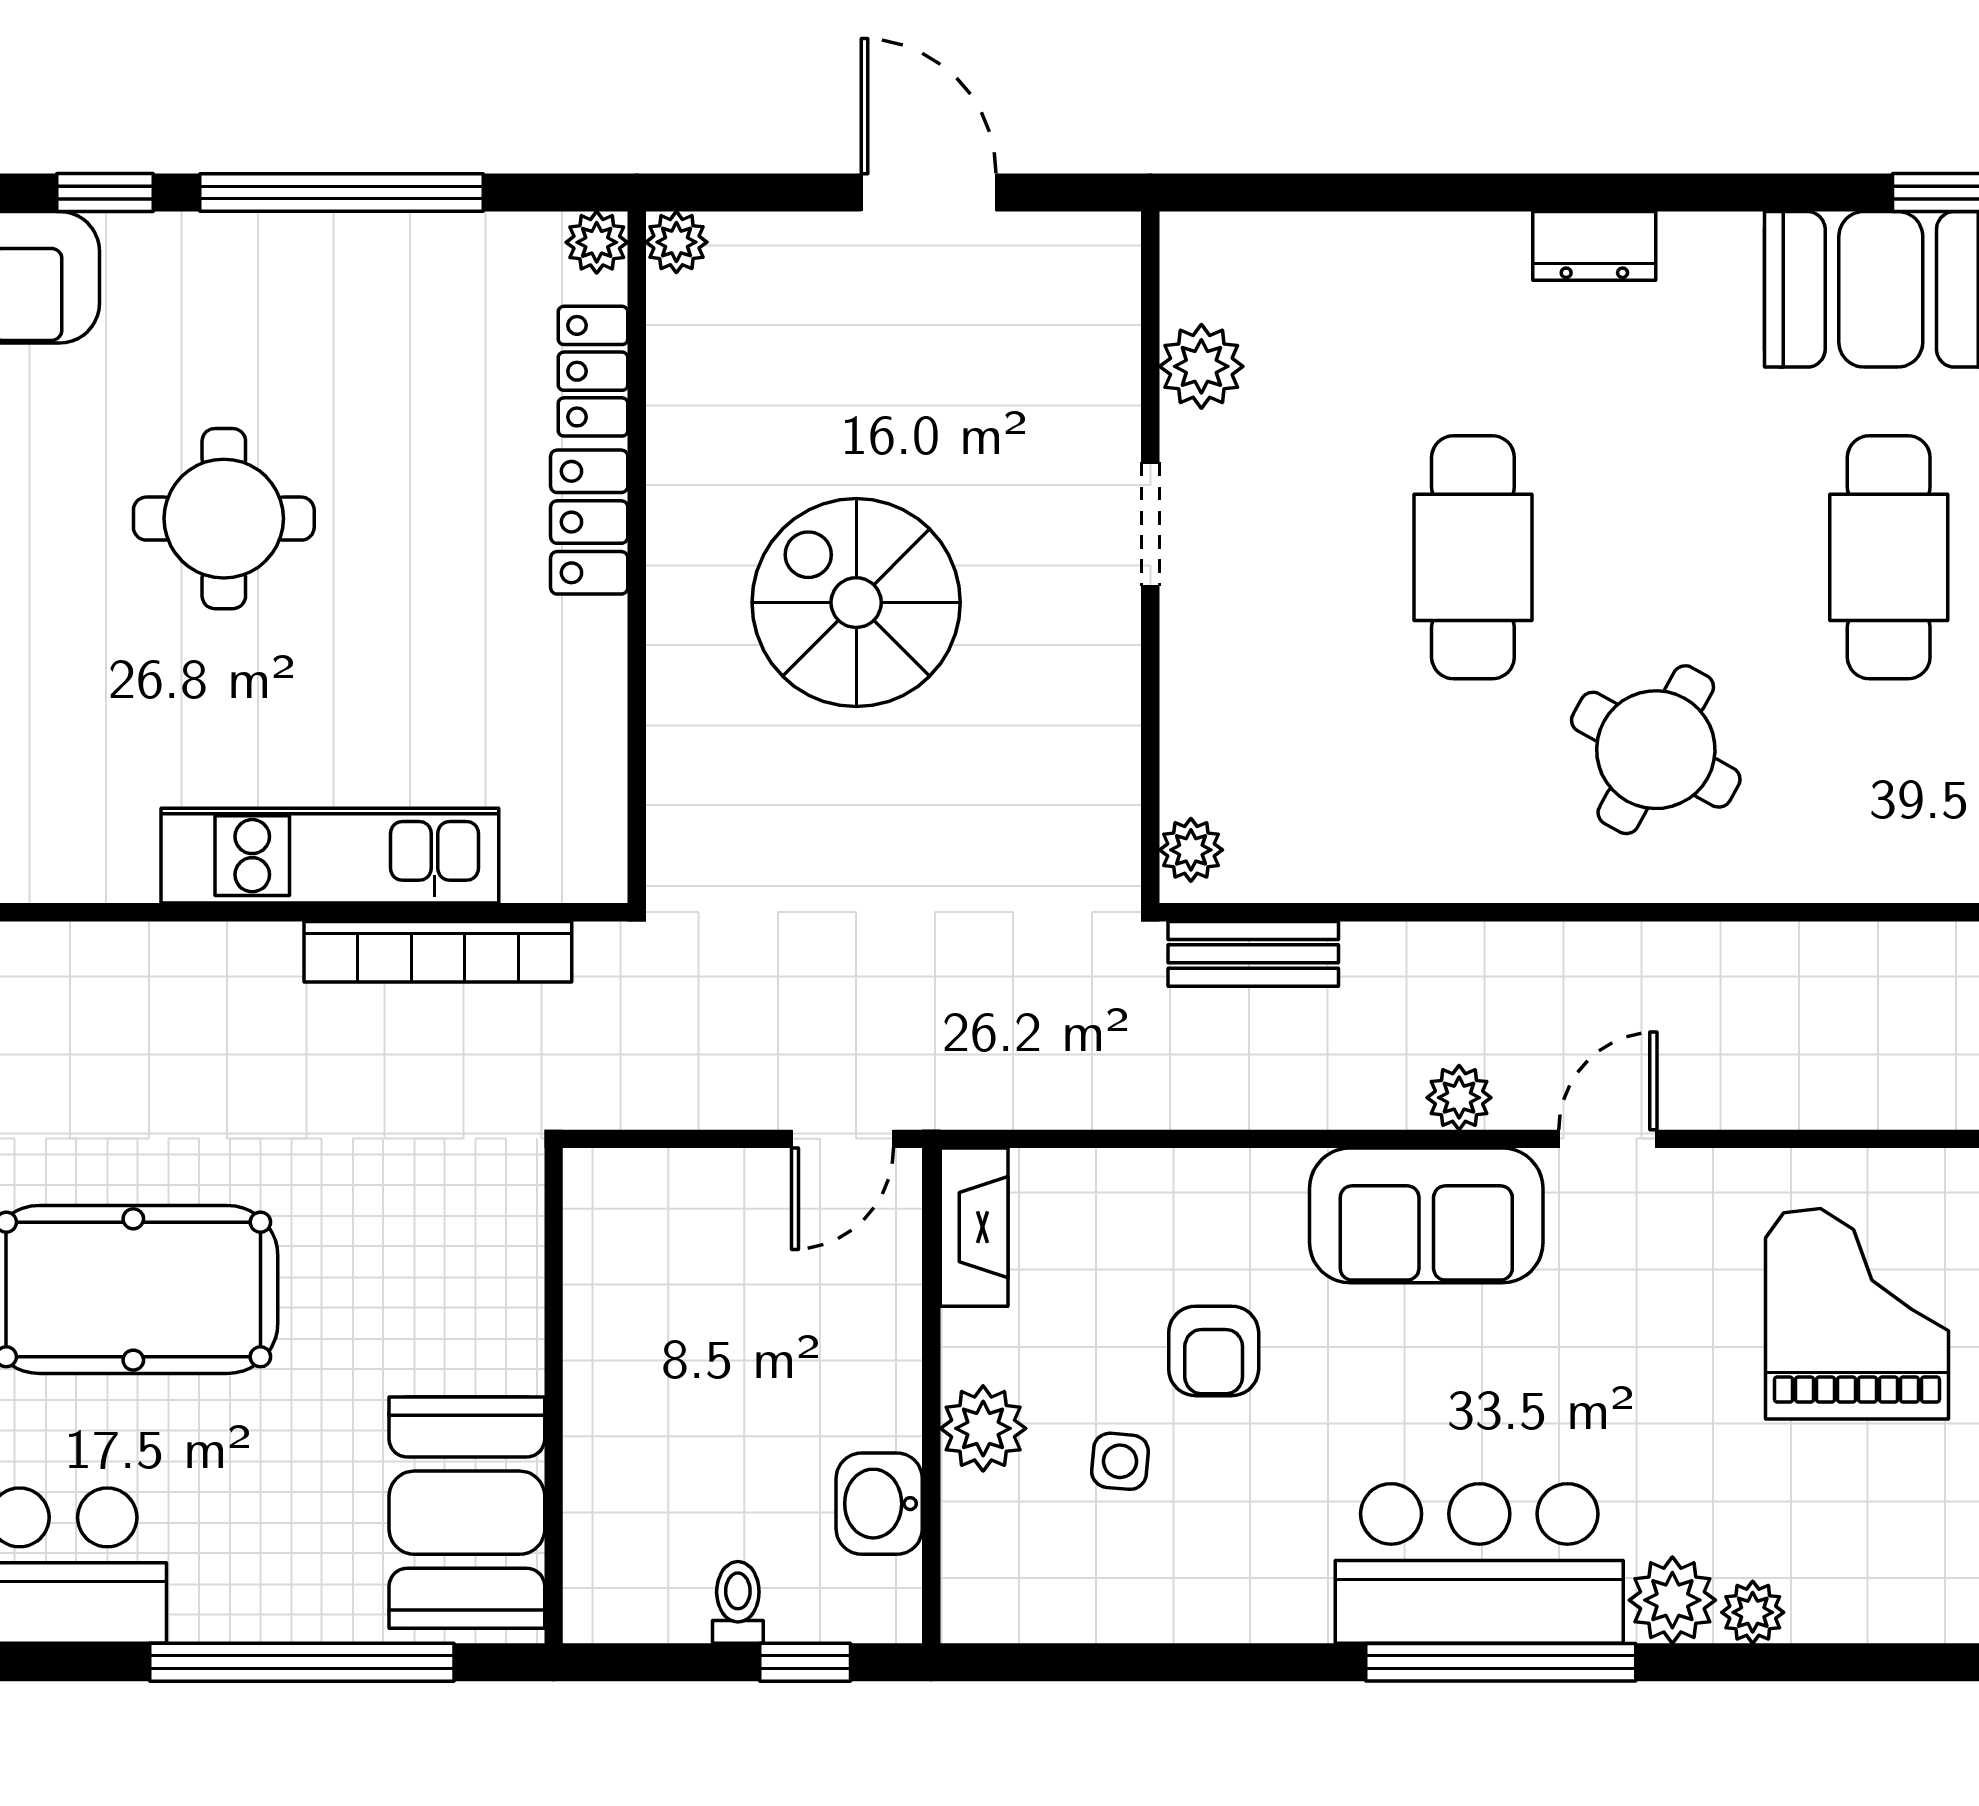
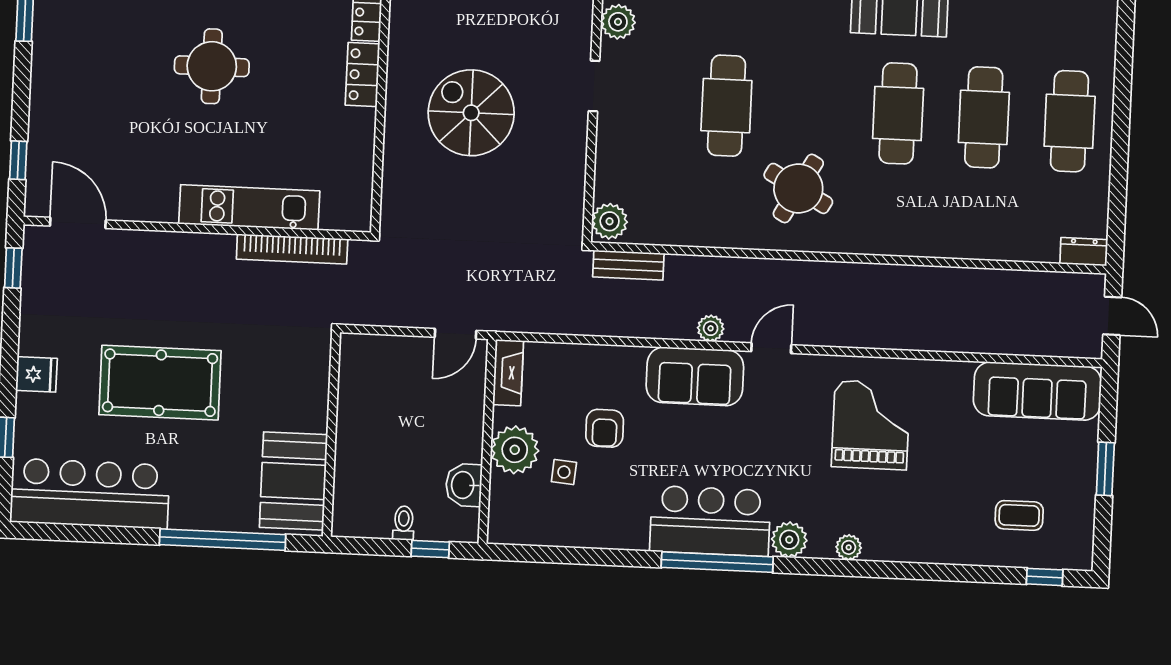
plant: (1191, 850) -> (610, 221), width x1.38, depth x1.38
plant: (983, 1428) -> (515, 450), width x1.36, depth x1.36
plant: (1753, 1612) -> (849, 547), moved

